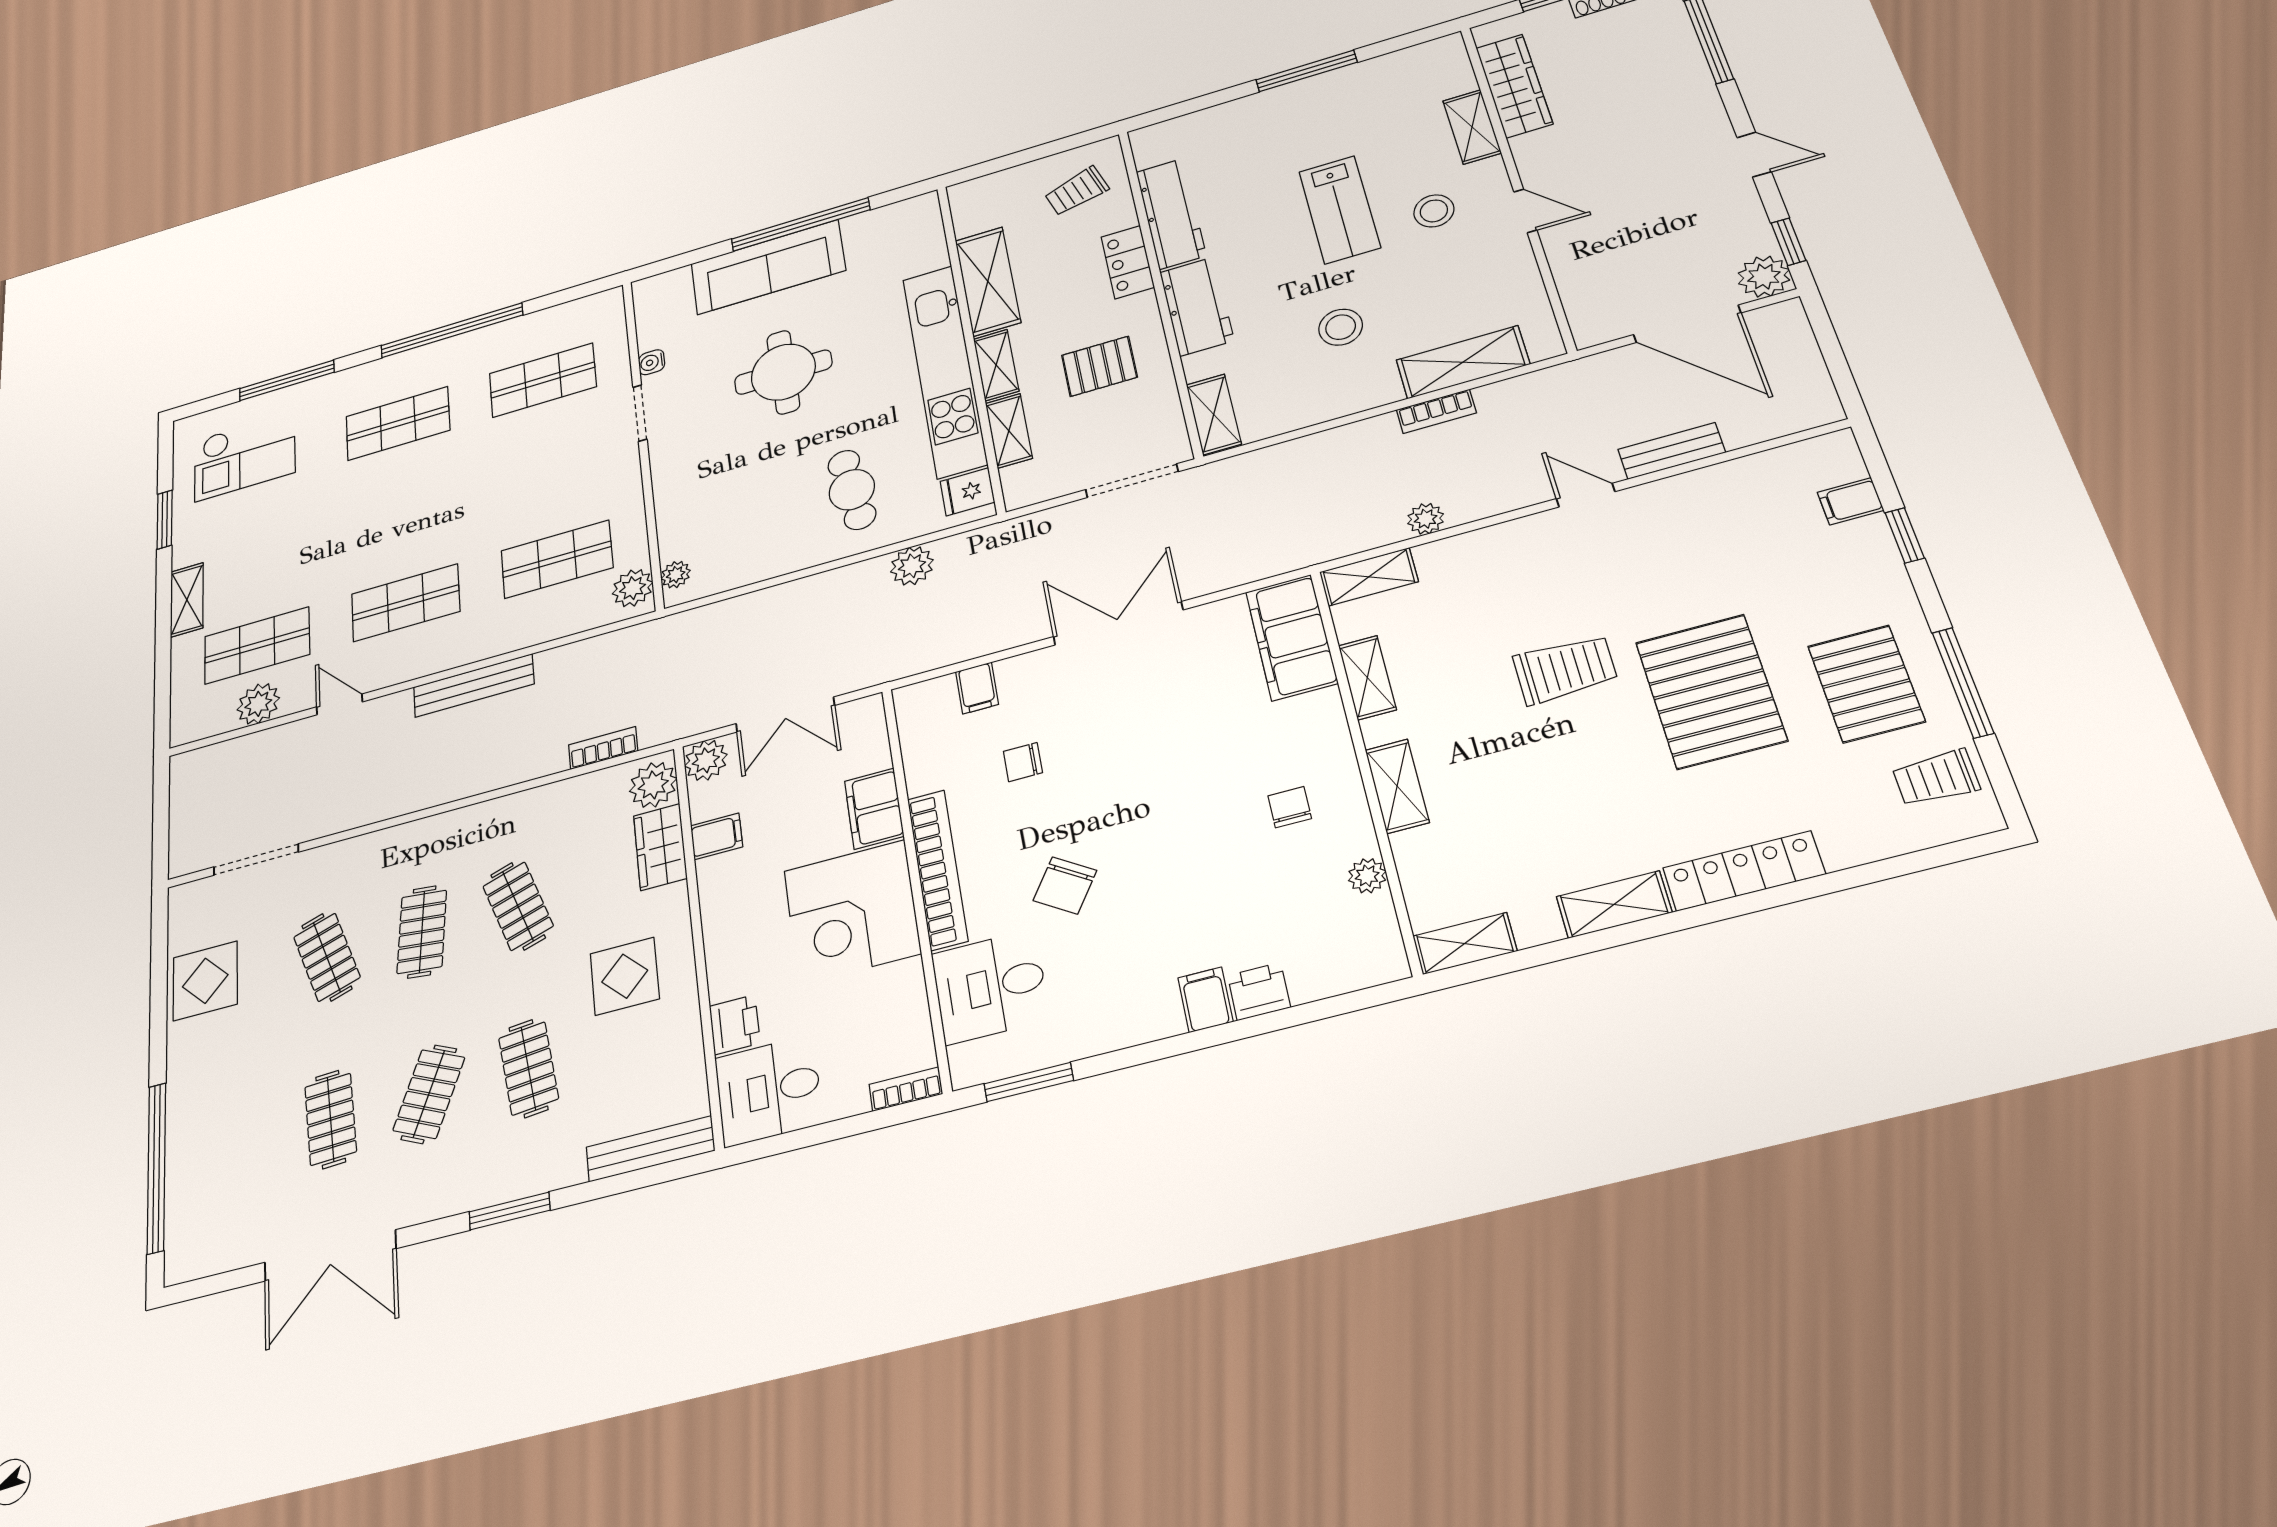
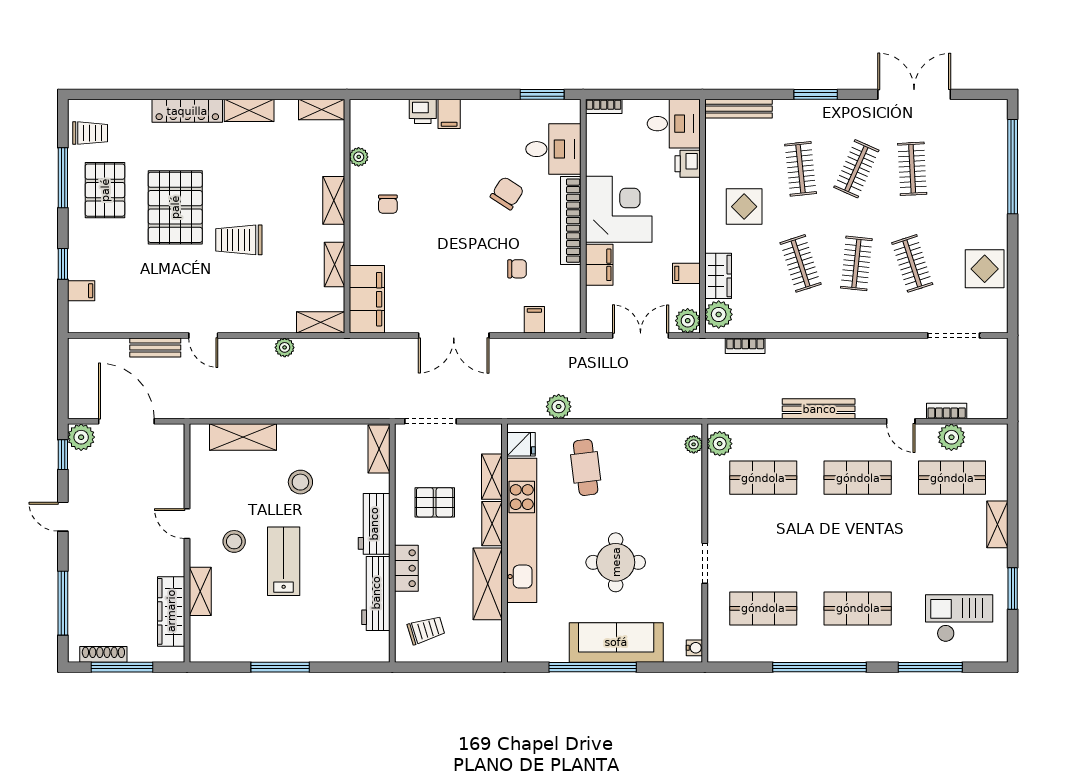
water cooler: (652, 362) -> (694, 648), moved
bookcase: (1436, 411) -> (947, 411), moved

